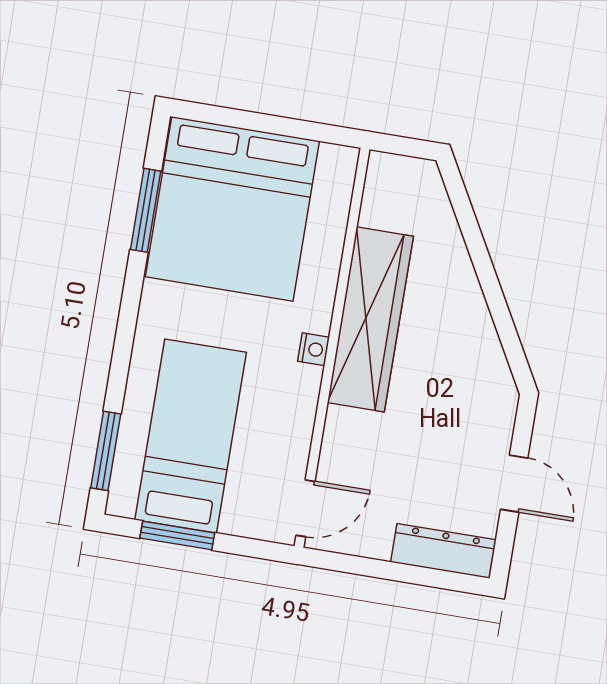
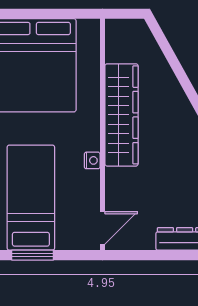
nightstand: (313, 349) -> (92, 160), moved

